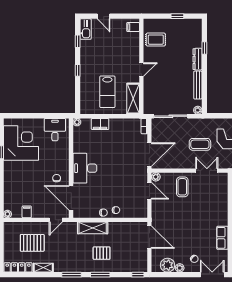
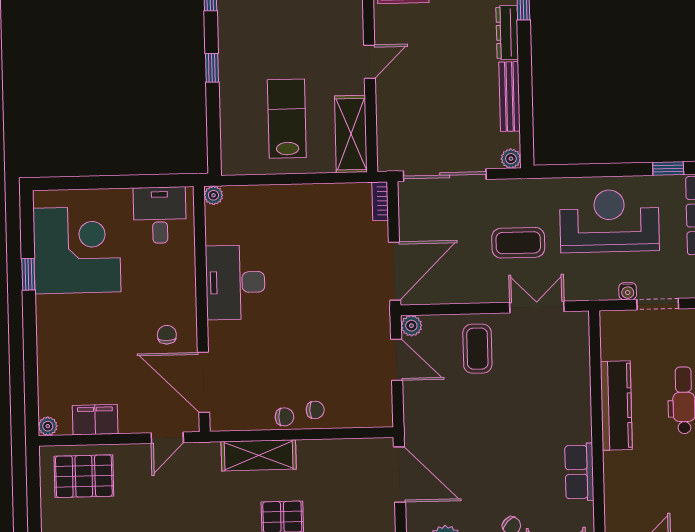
lab bench: (107, 92) -> (287, 119), turned 180
filing cabinet: (100, 124) -> (271, 199), removed
desk: (85, 168) -> (235, 282), moved
filing cabinet: (27, 212) -> (95, 420), width x2.00
pallet: (32, 243) -> (84, 476), moved

